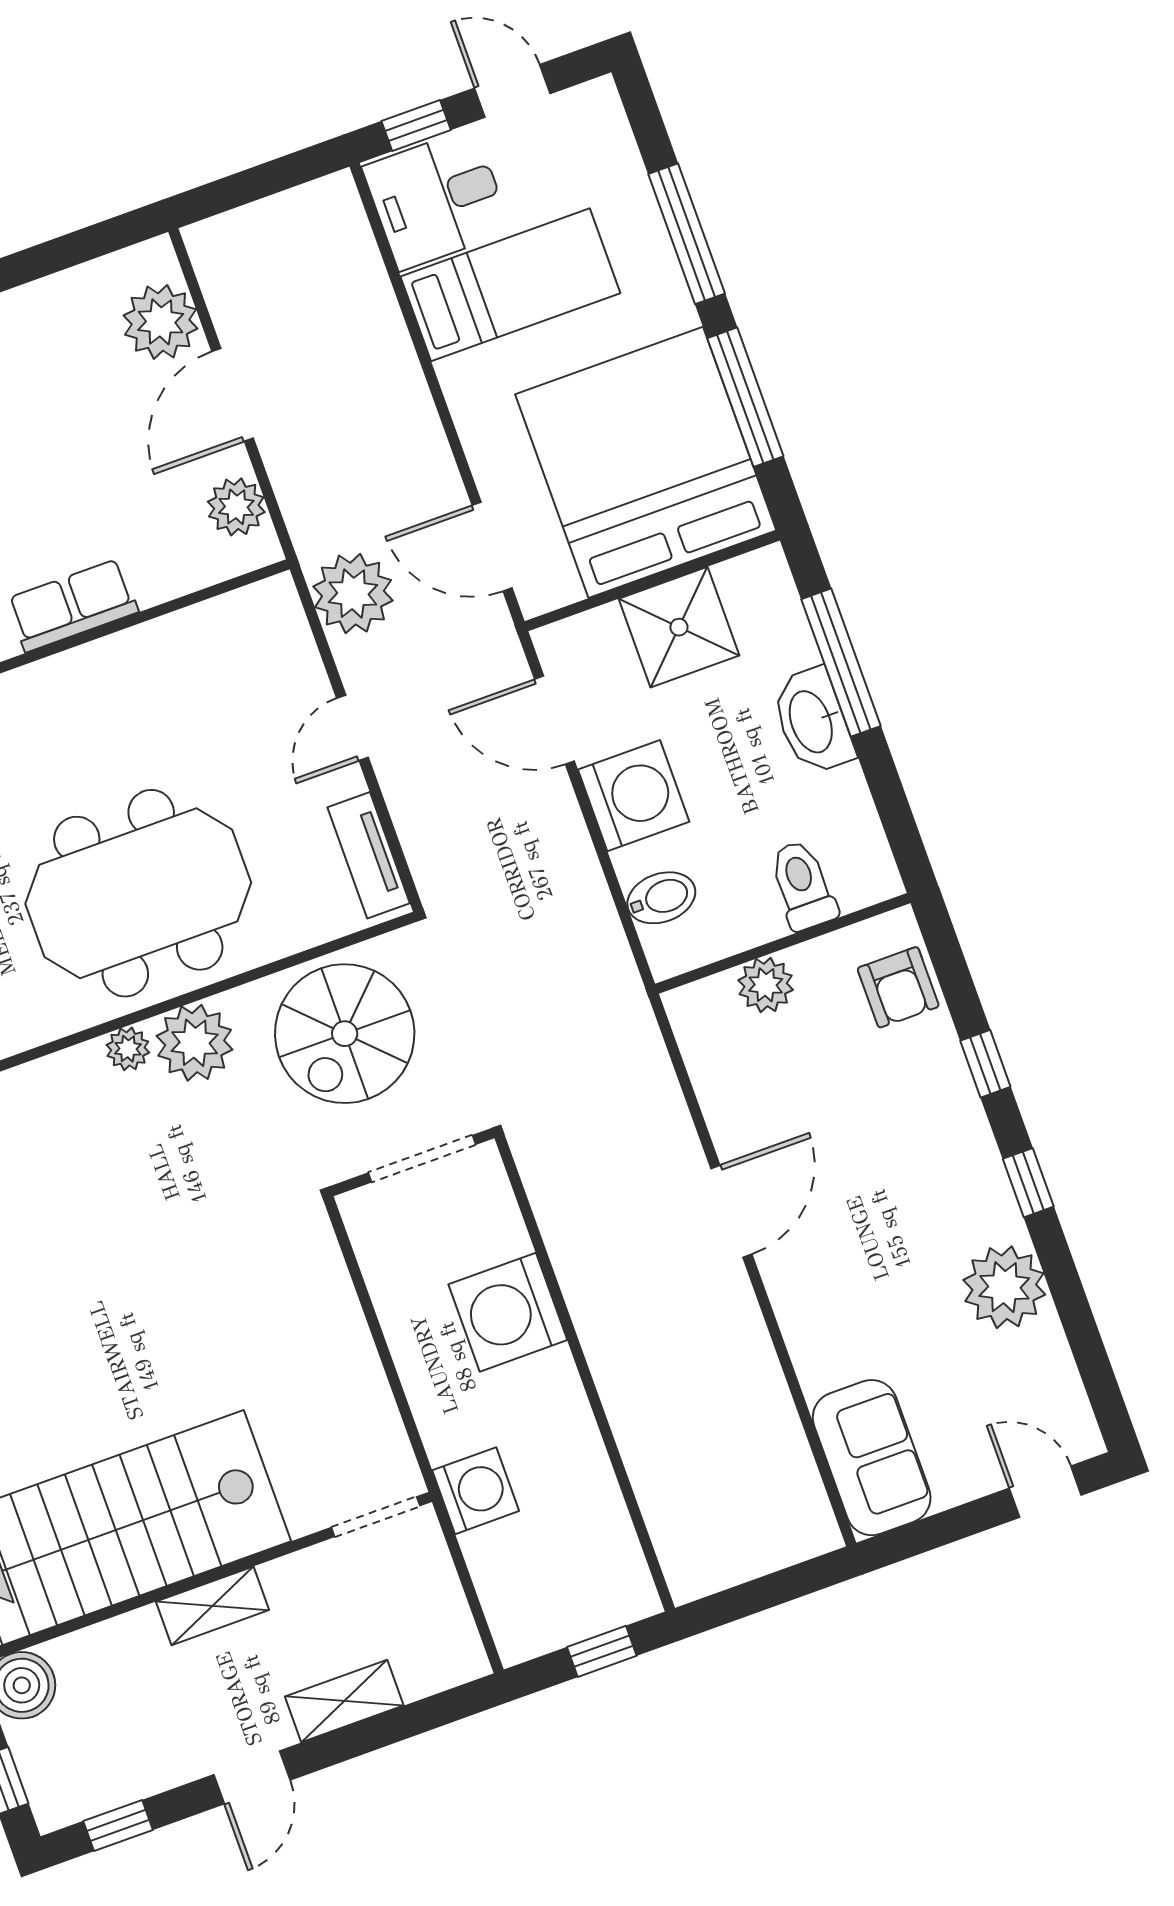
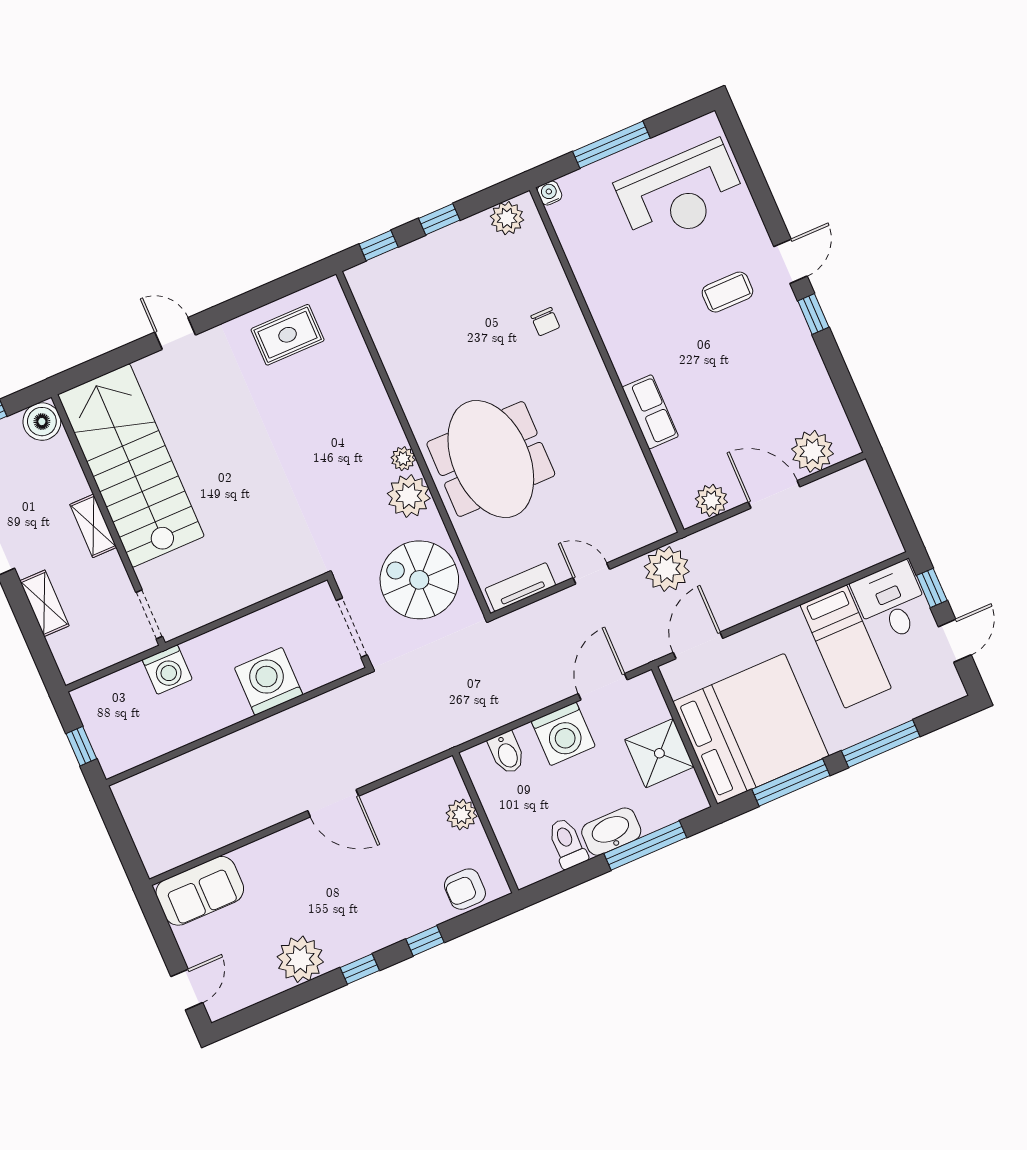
toilet: (803, 885) -> (567, 843), moved, turned -90

